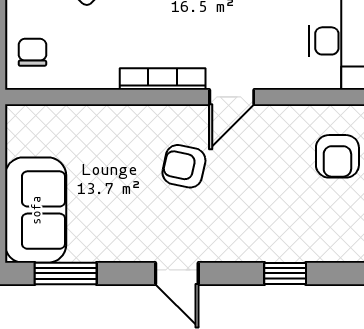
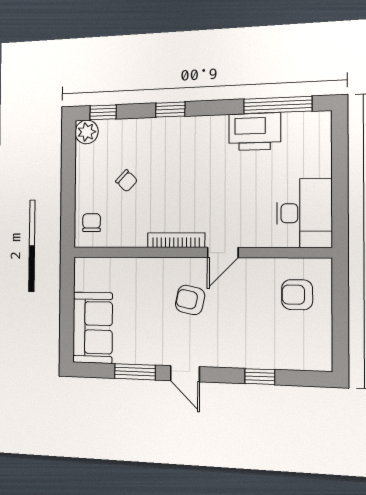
armchair: (337, 156) -> (297, 295), turned 90
window: (66, 273) -> (135, 372), moved

